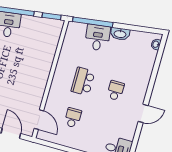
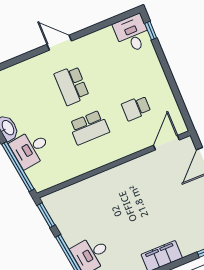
school desk: (116, 91) -> (72, 85), width x1.85
door: (143, 113) -> (59, 43), moved

